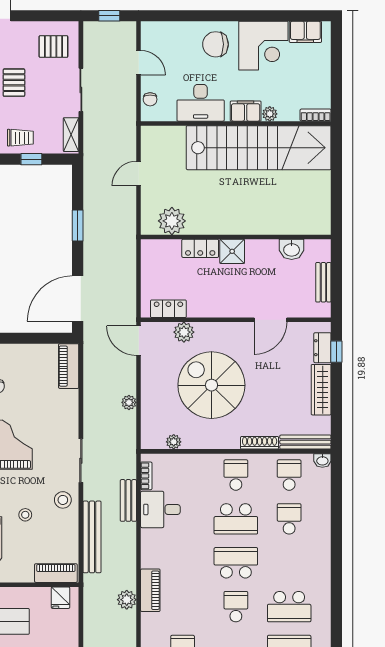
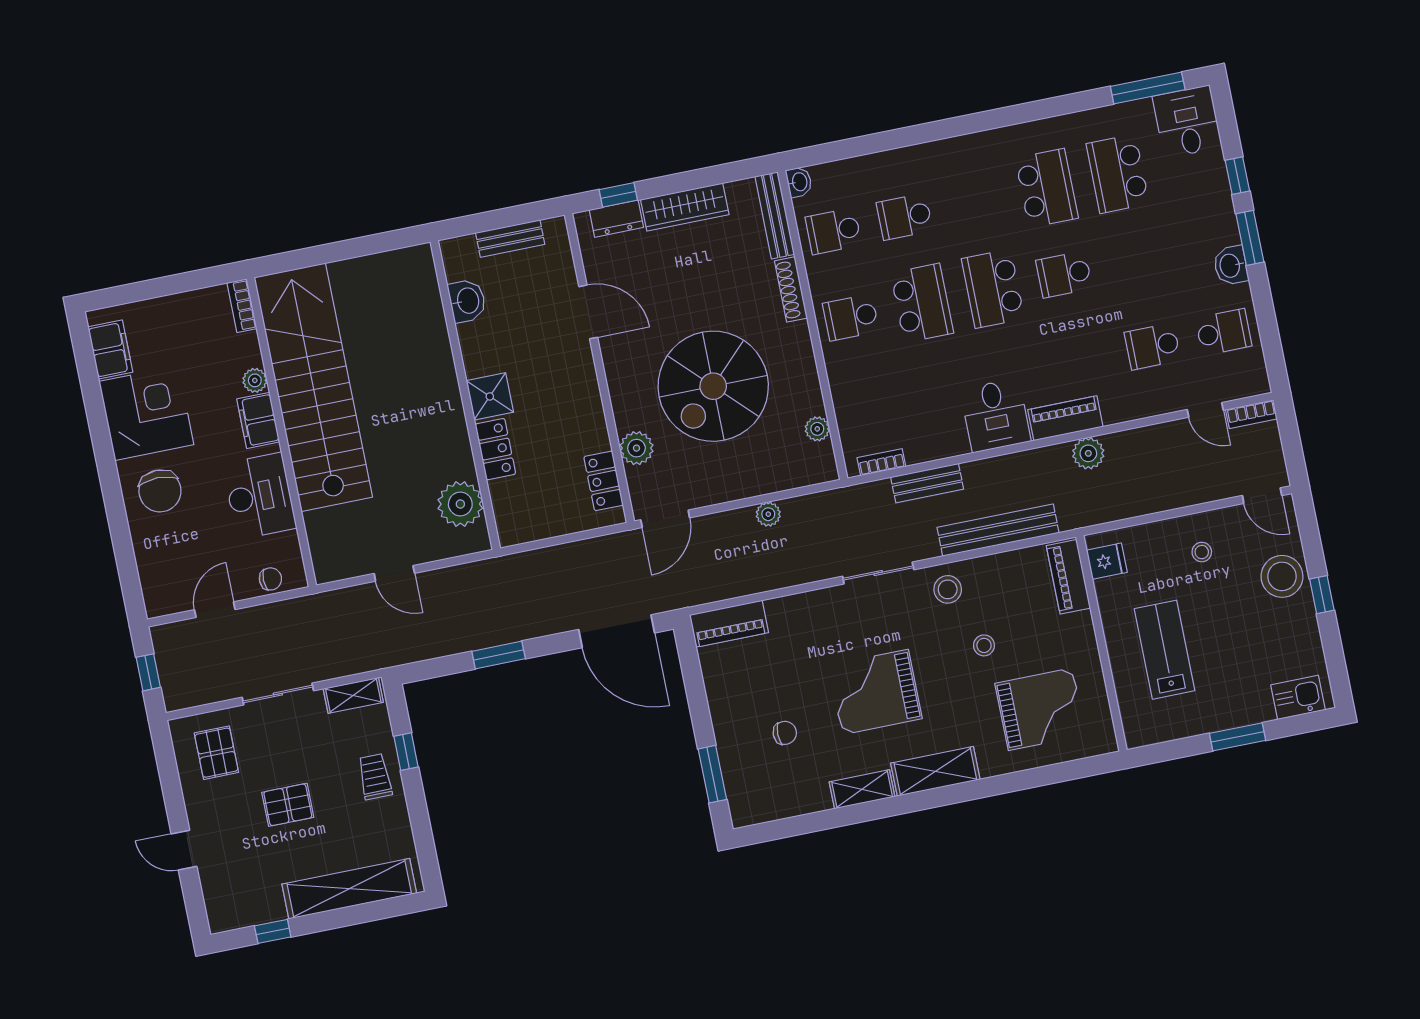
desk: (160, 509) -> (995, 415), moved

